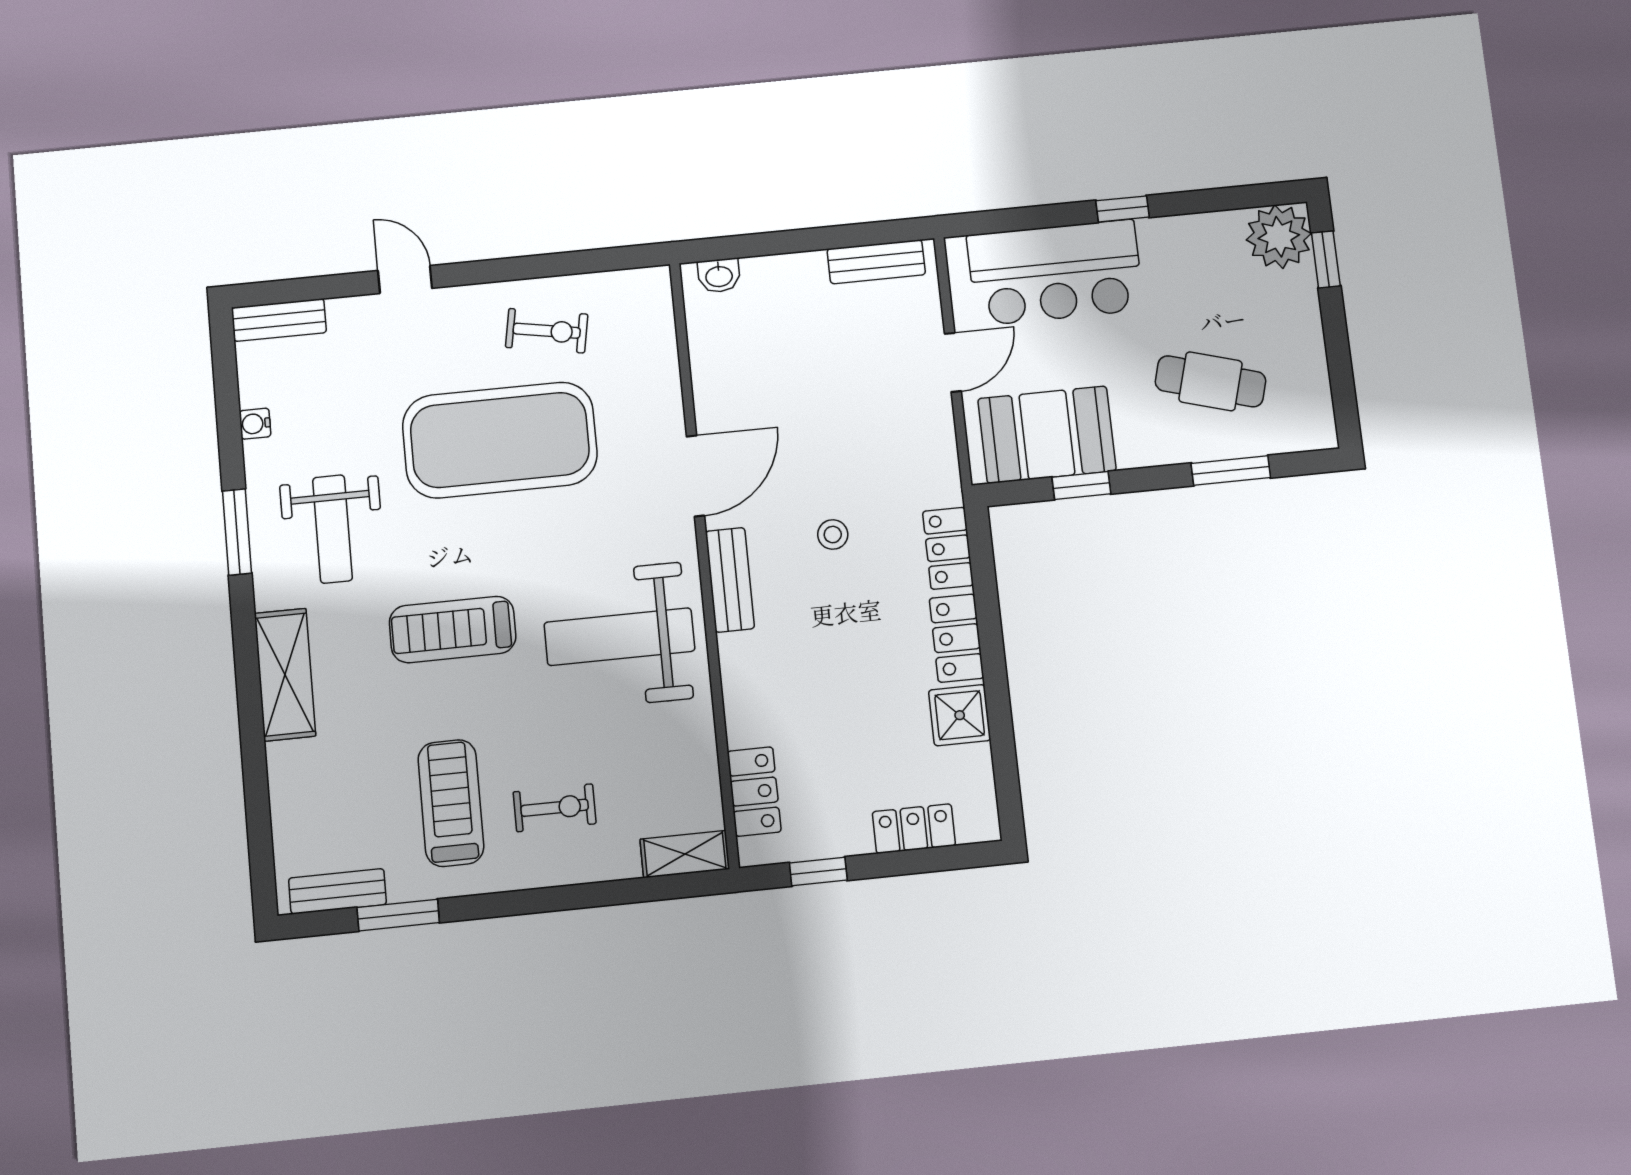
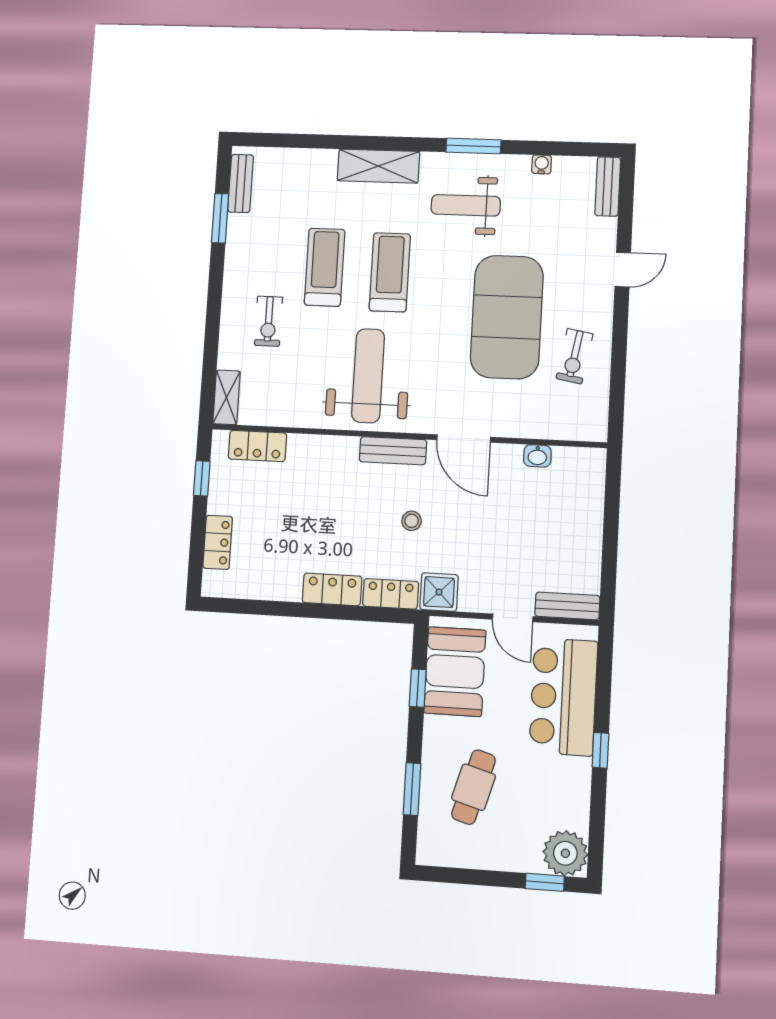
bench: (876, 262) -> (567, 606), moved, turned 90
washbasin: (719, 276) -> (537, 456), moved, turned -90
shower: (960, 715) -> (439, 592), moved
treadmill: (451, 803) -> (325, 267), moved, turned -90

